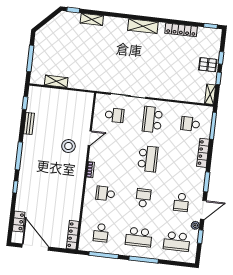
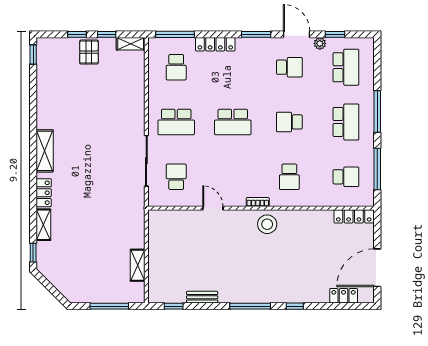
locker: (181, 30) -> (44, 193), moved, width x0.66
stool: (68, 146) -> (267, 224), moved
school desk: (148, 159) -> (233, 122), turned 180

